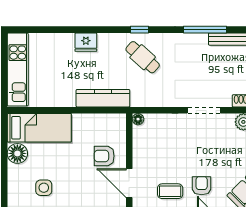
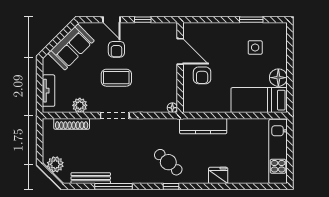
armchair: (104, 156) -> (202, 75), turned 90
coffee table: (170, 191) -> (116, 78), moved, width x1.36, depth x1.30

